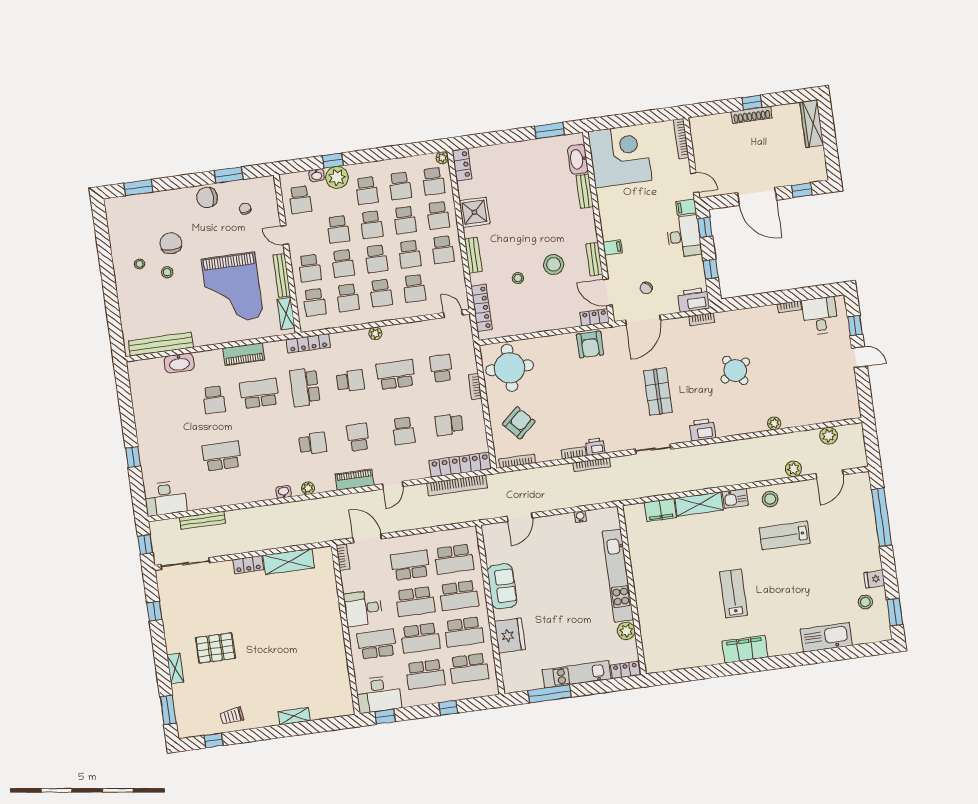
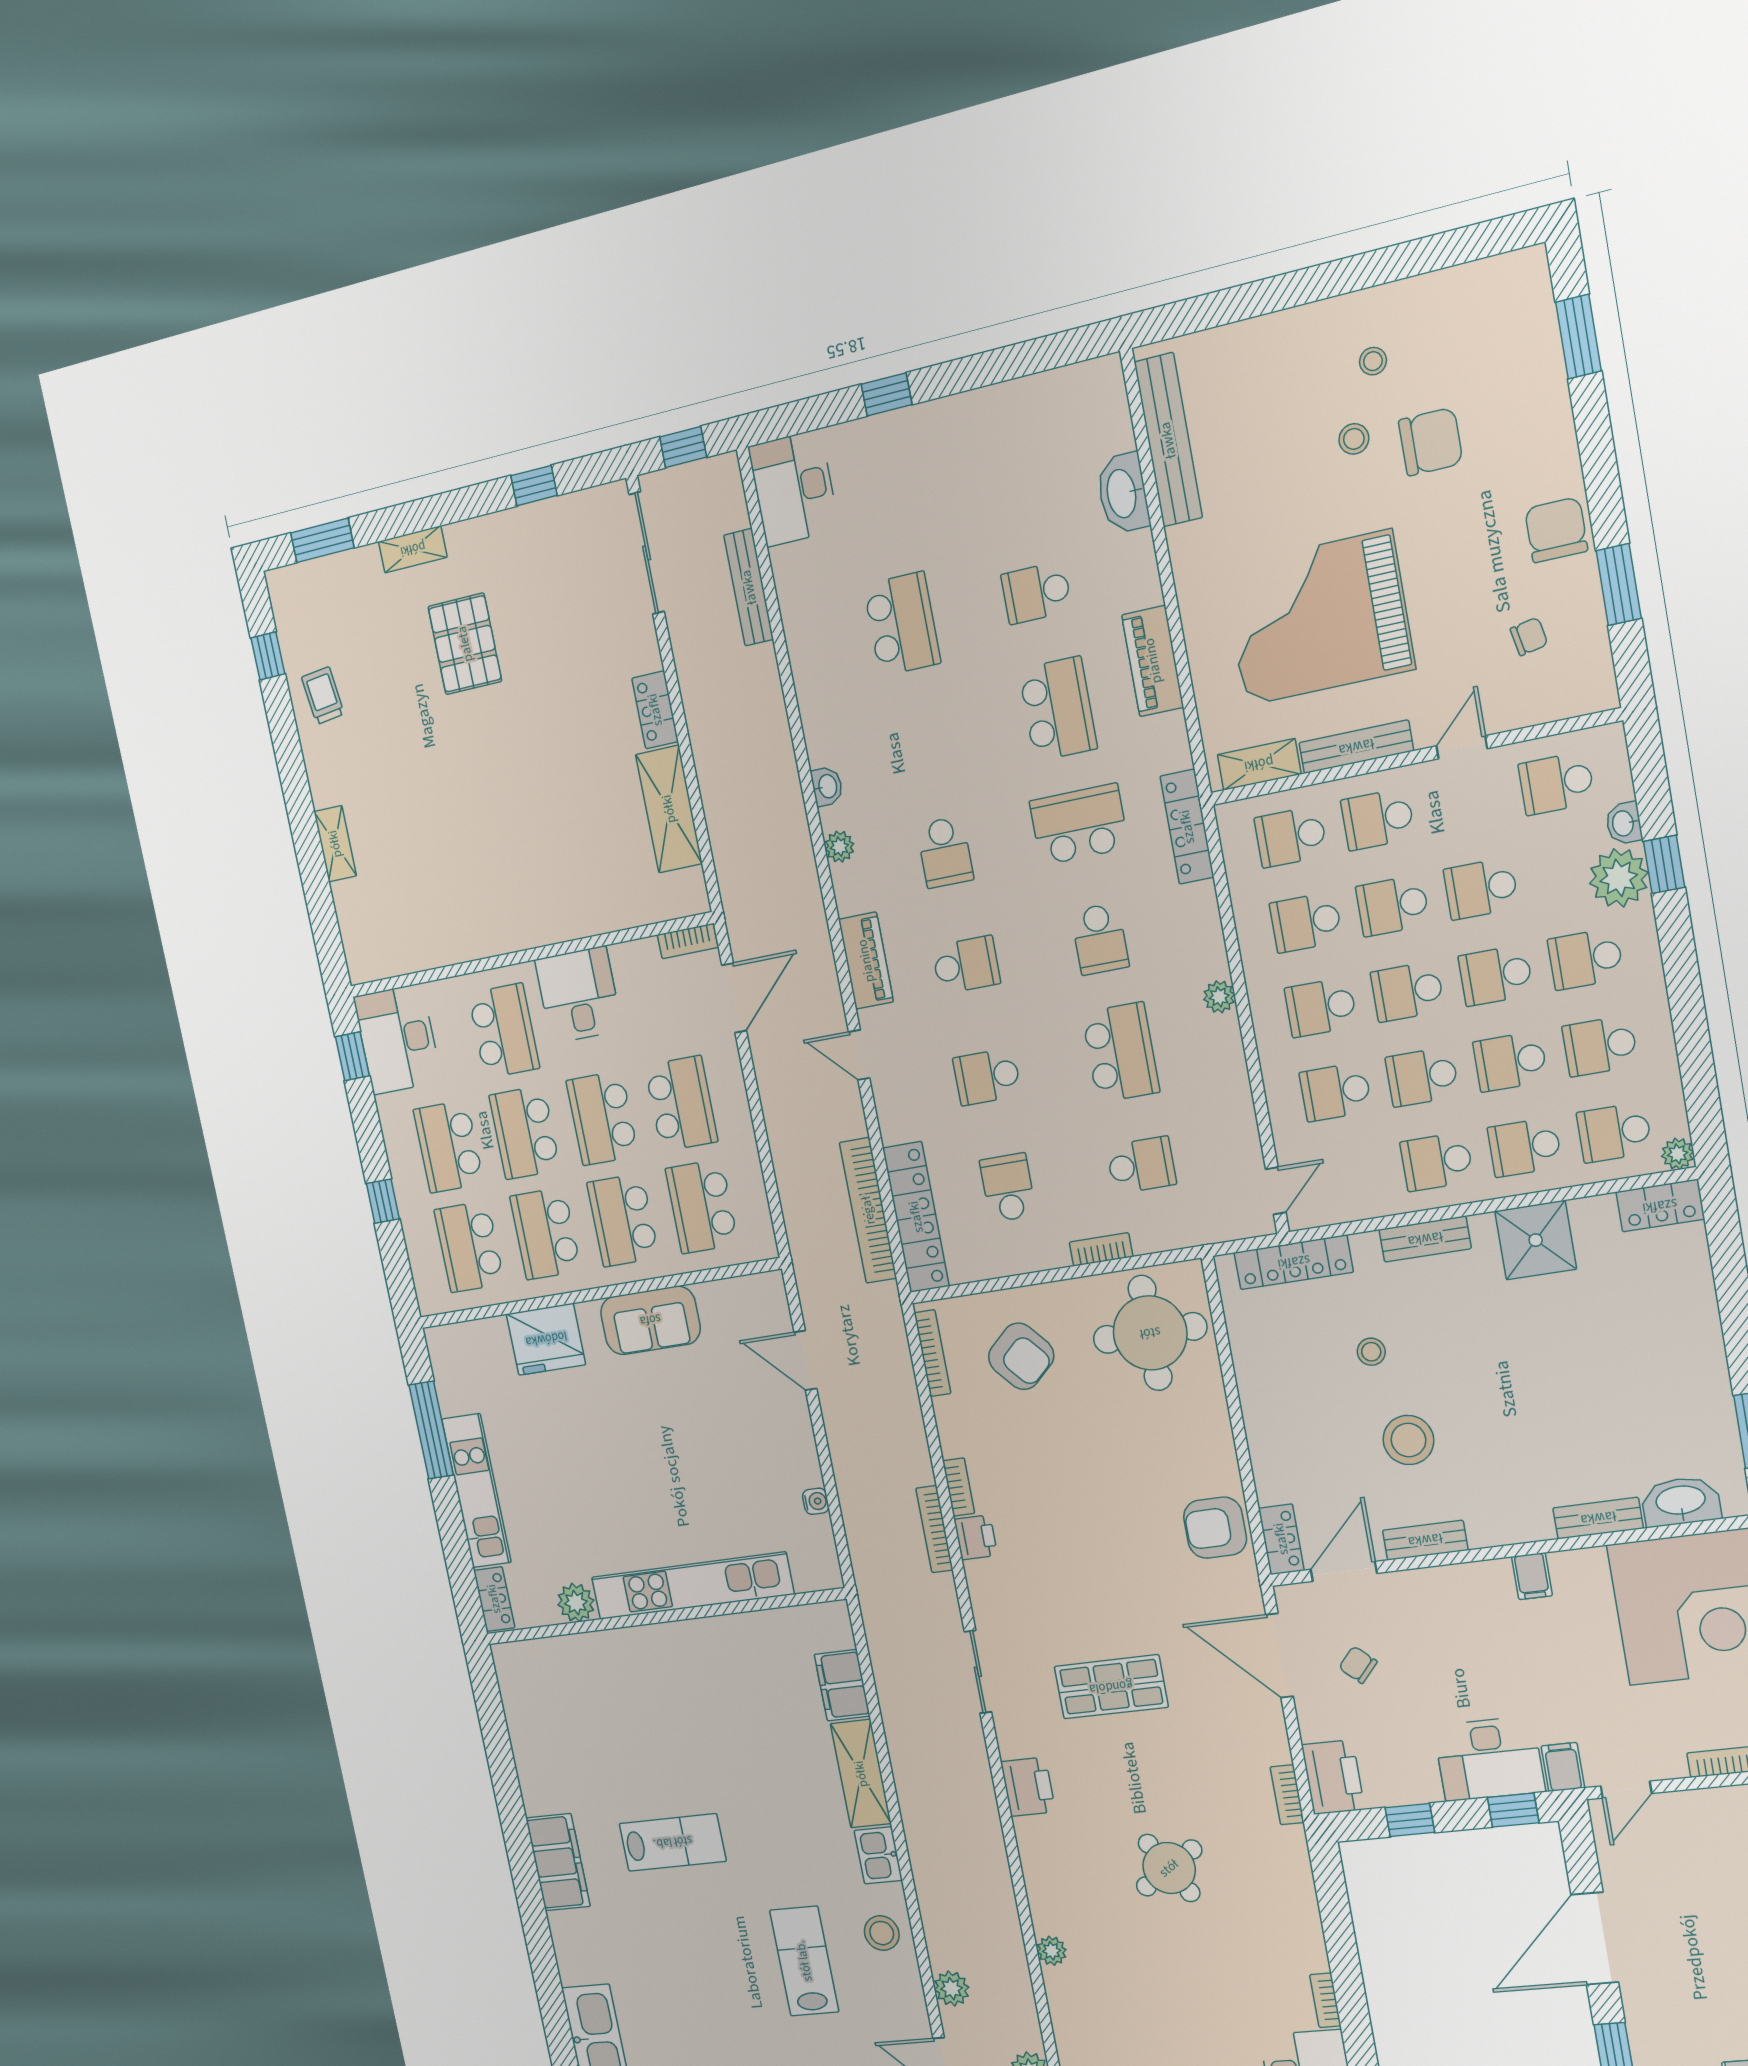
filing cabinet: (613, 247) -> (1532, 1576), moved

